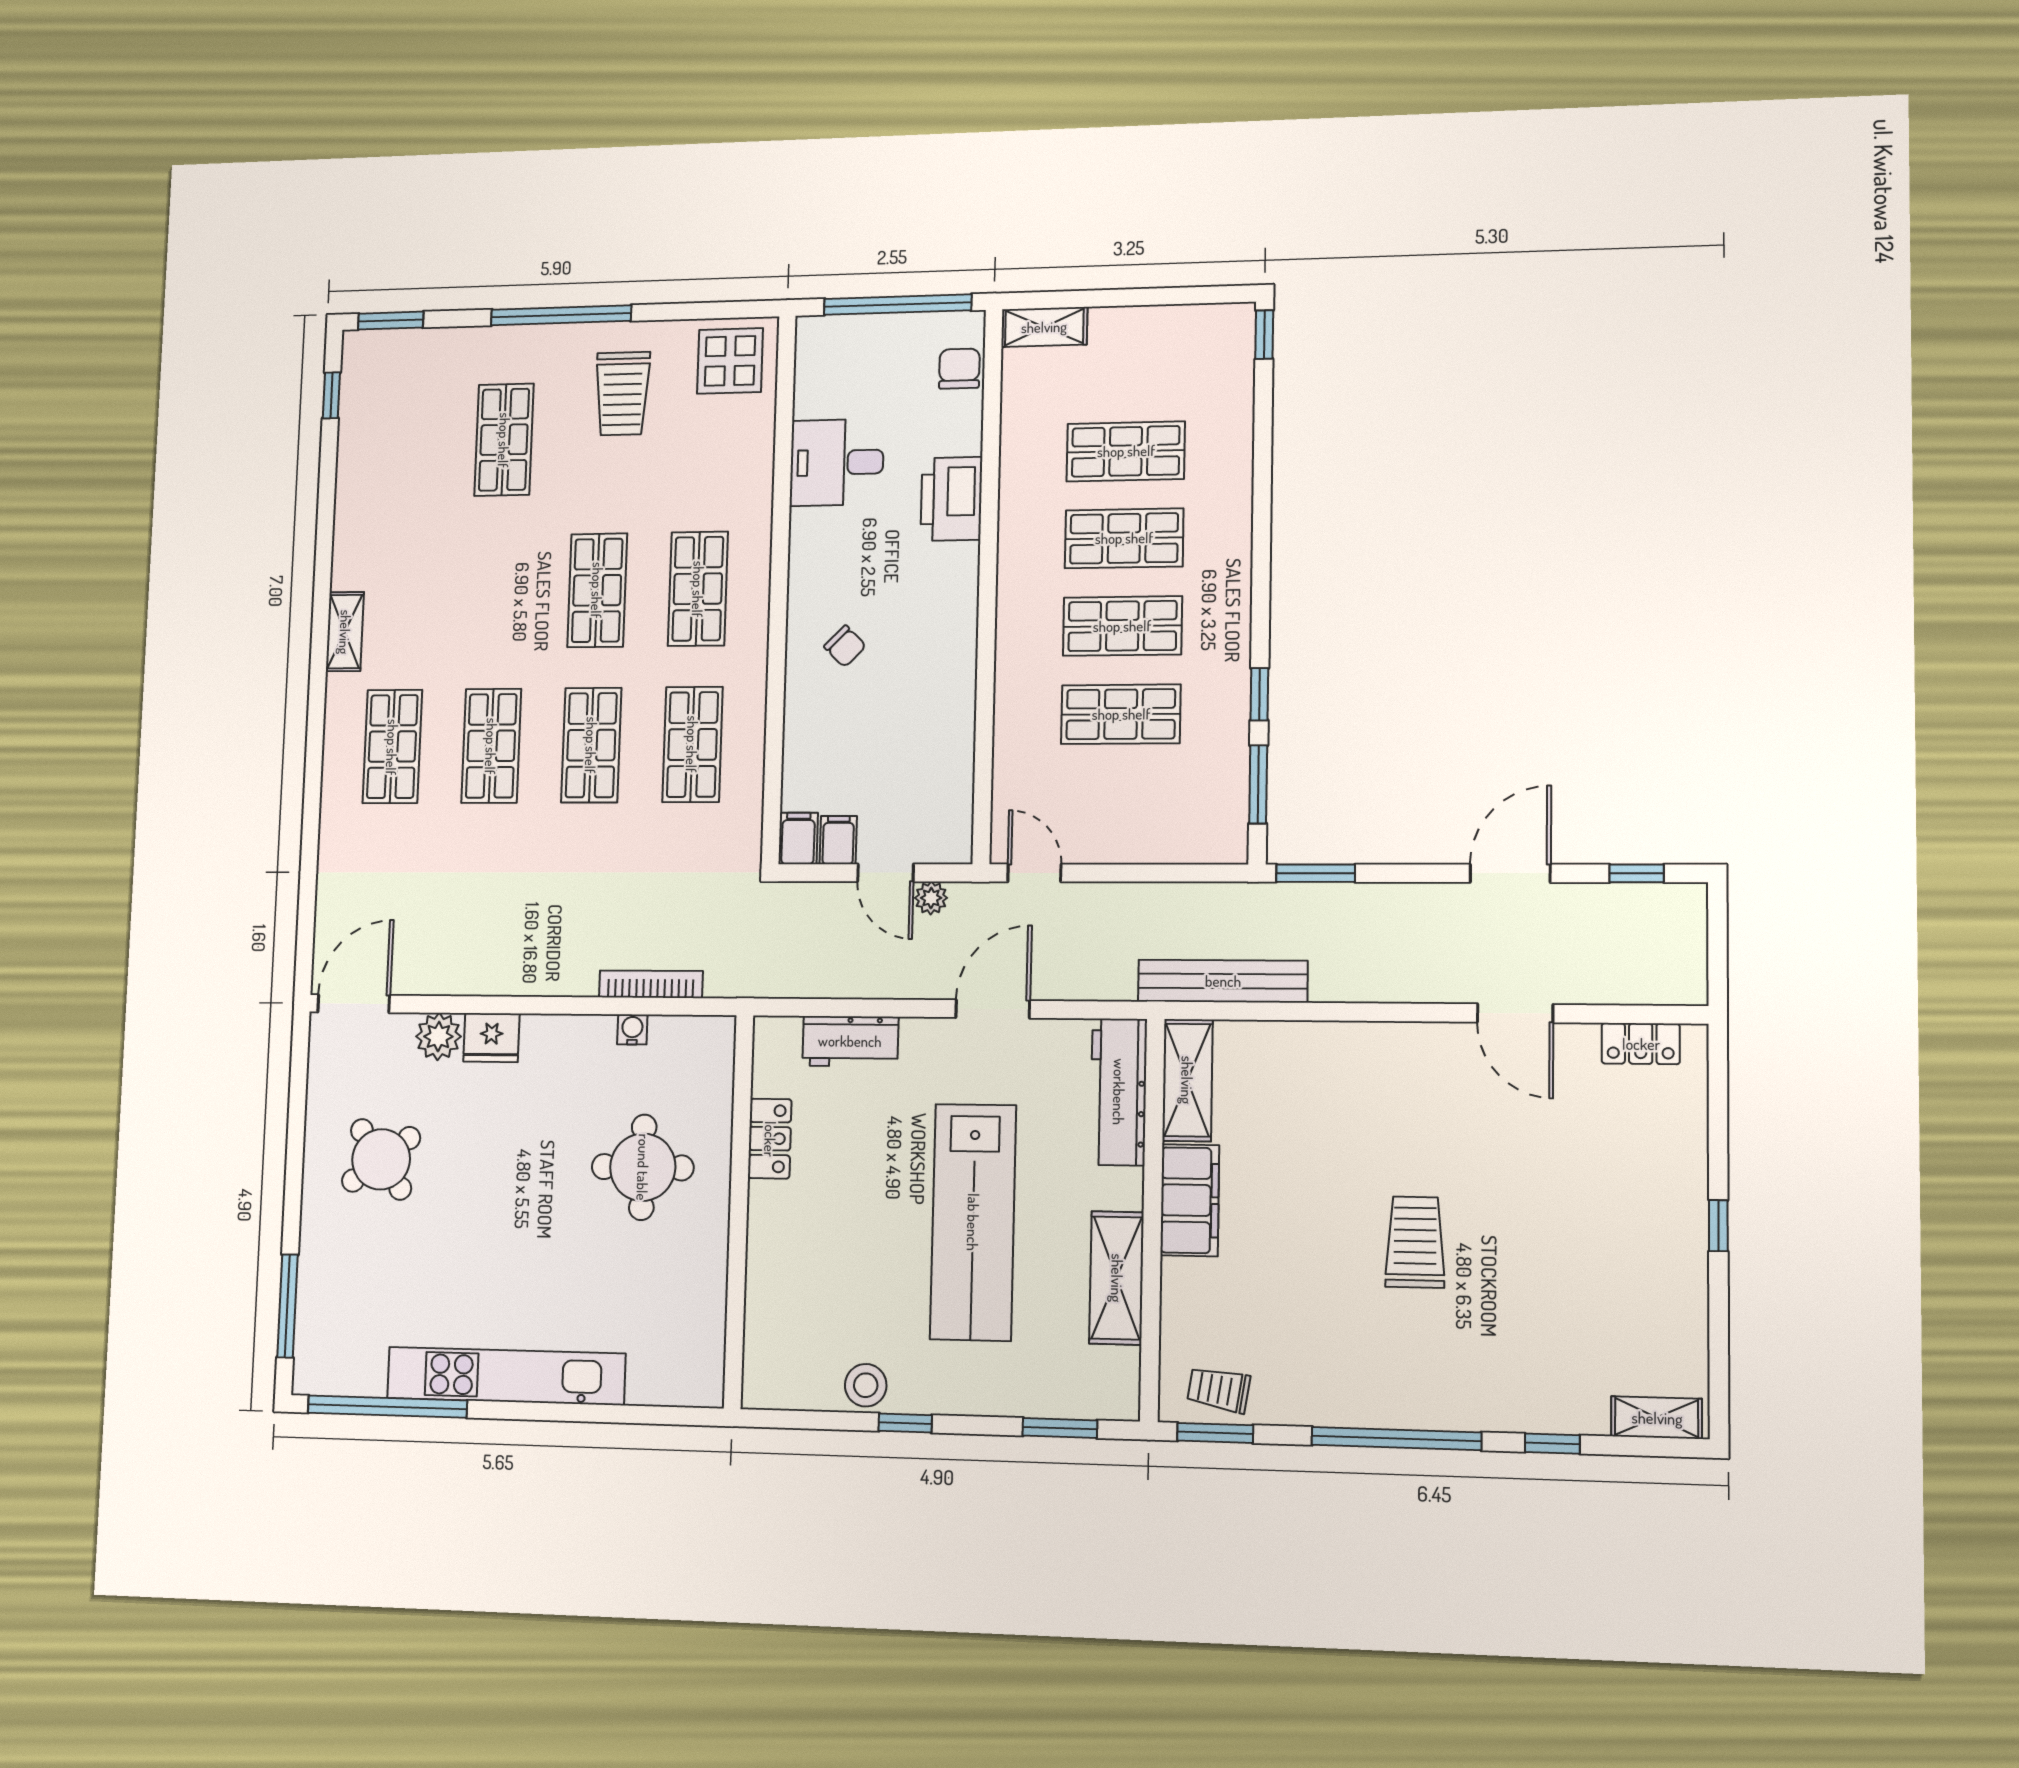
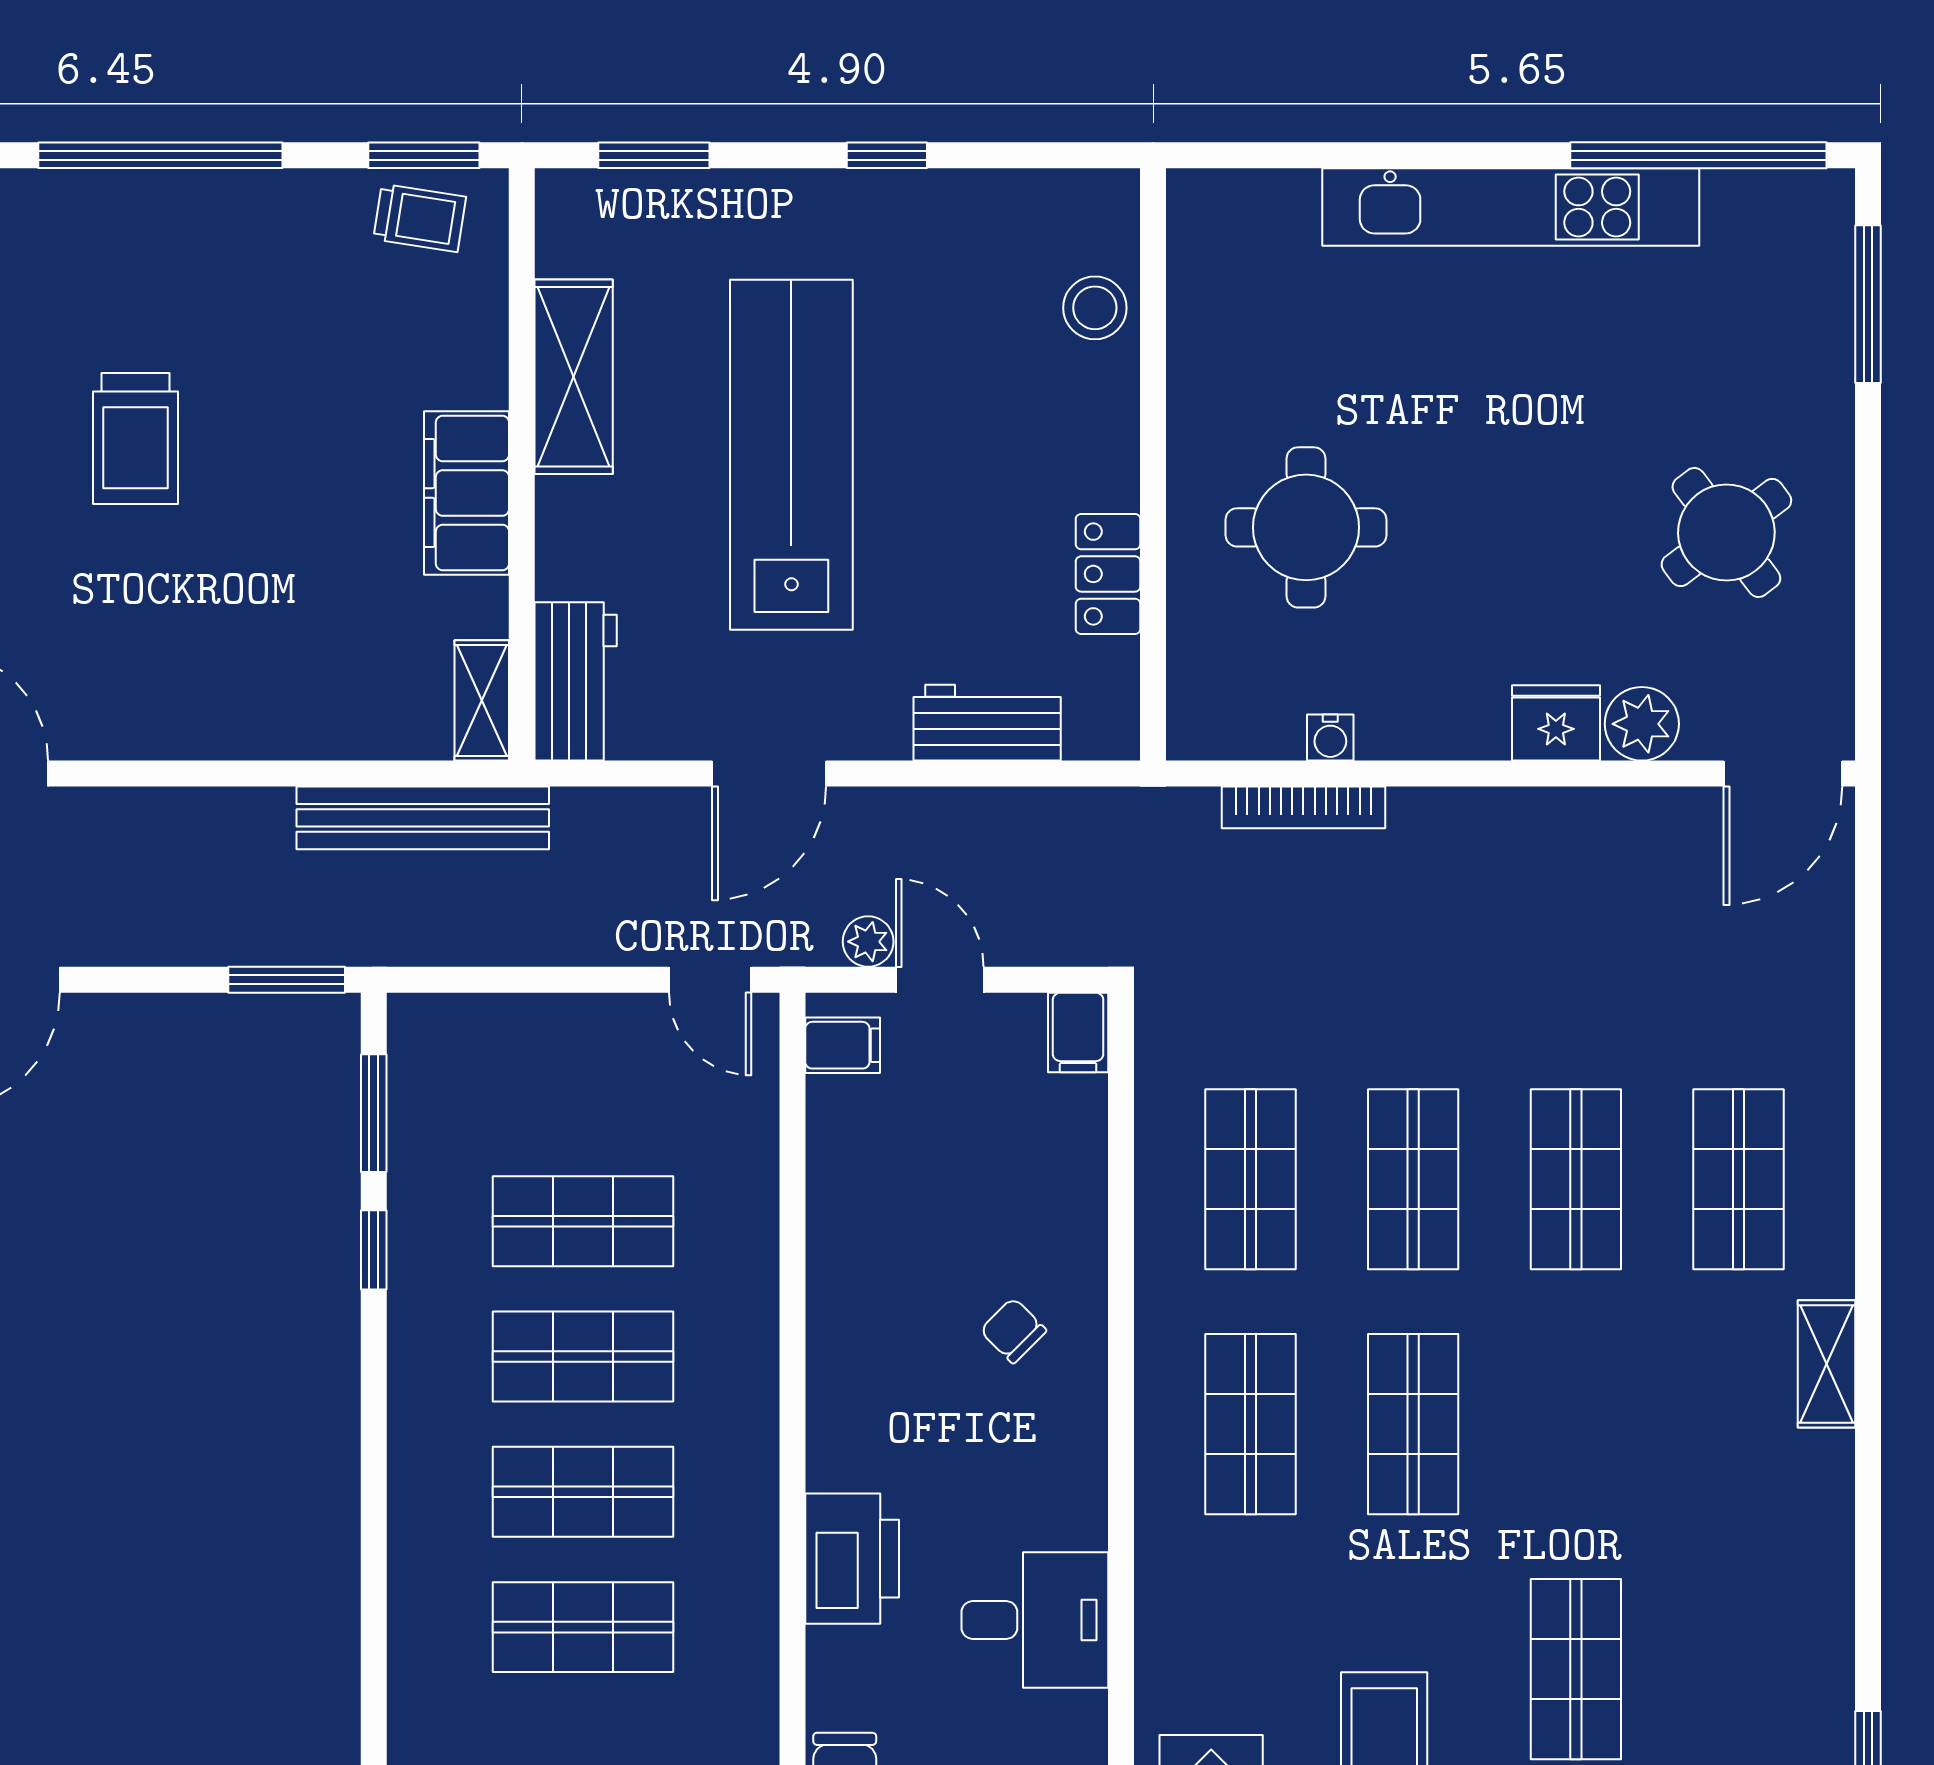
filing cabinet: (838, 840) -> (843, 1045), moved, turned -90
shelving: (1187, 1080) -> (482, 700), width x0.67, depth x0.75
workbench: (1119, 1092) -> (576, 681), width x0.73
stool: (866, 1385) -> (1095, 308), moved

